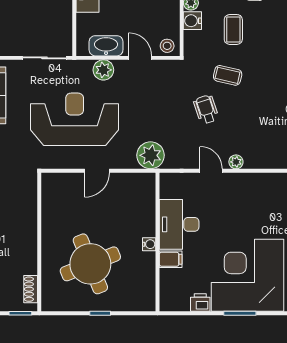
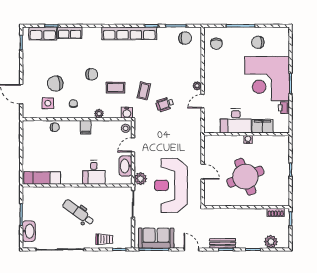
water cooler: (192, 21) -> (127, 113), moved
plant: (103, 70) -> (140, 179), moved
plant: (151, 155) -> (193, 139), removed
filing cabinet: (171, 259) -> (262, 126), width x2.00
round table: (90, 264) -> (245, 177), moved

